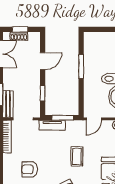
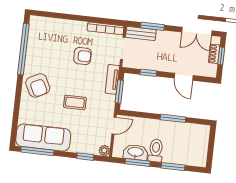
door: (94, 119) -> (114, 126), swing flipped
armchair: (30, 169) -> (82, 56), moved, turned 90

